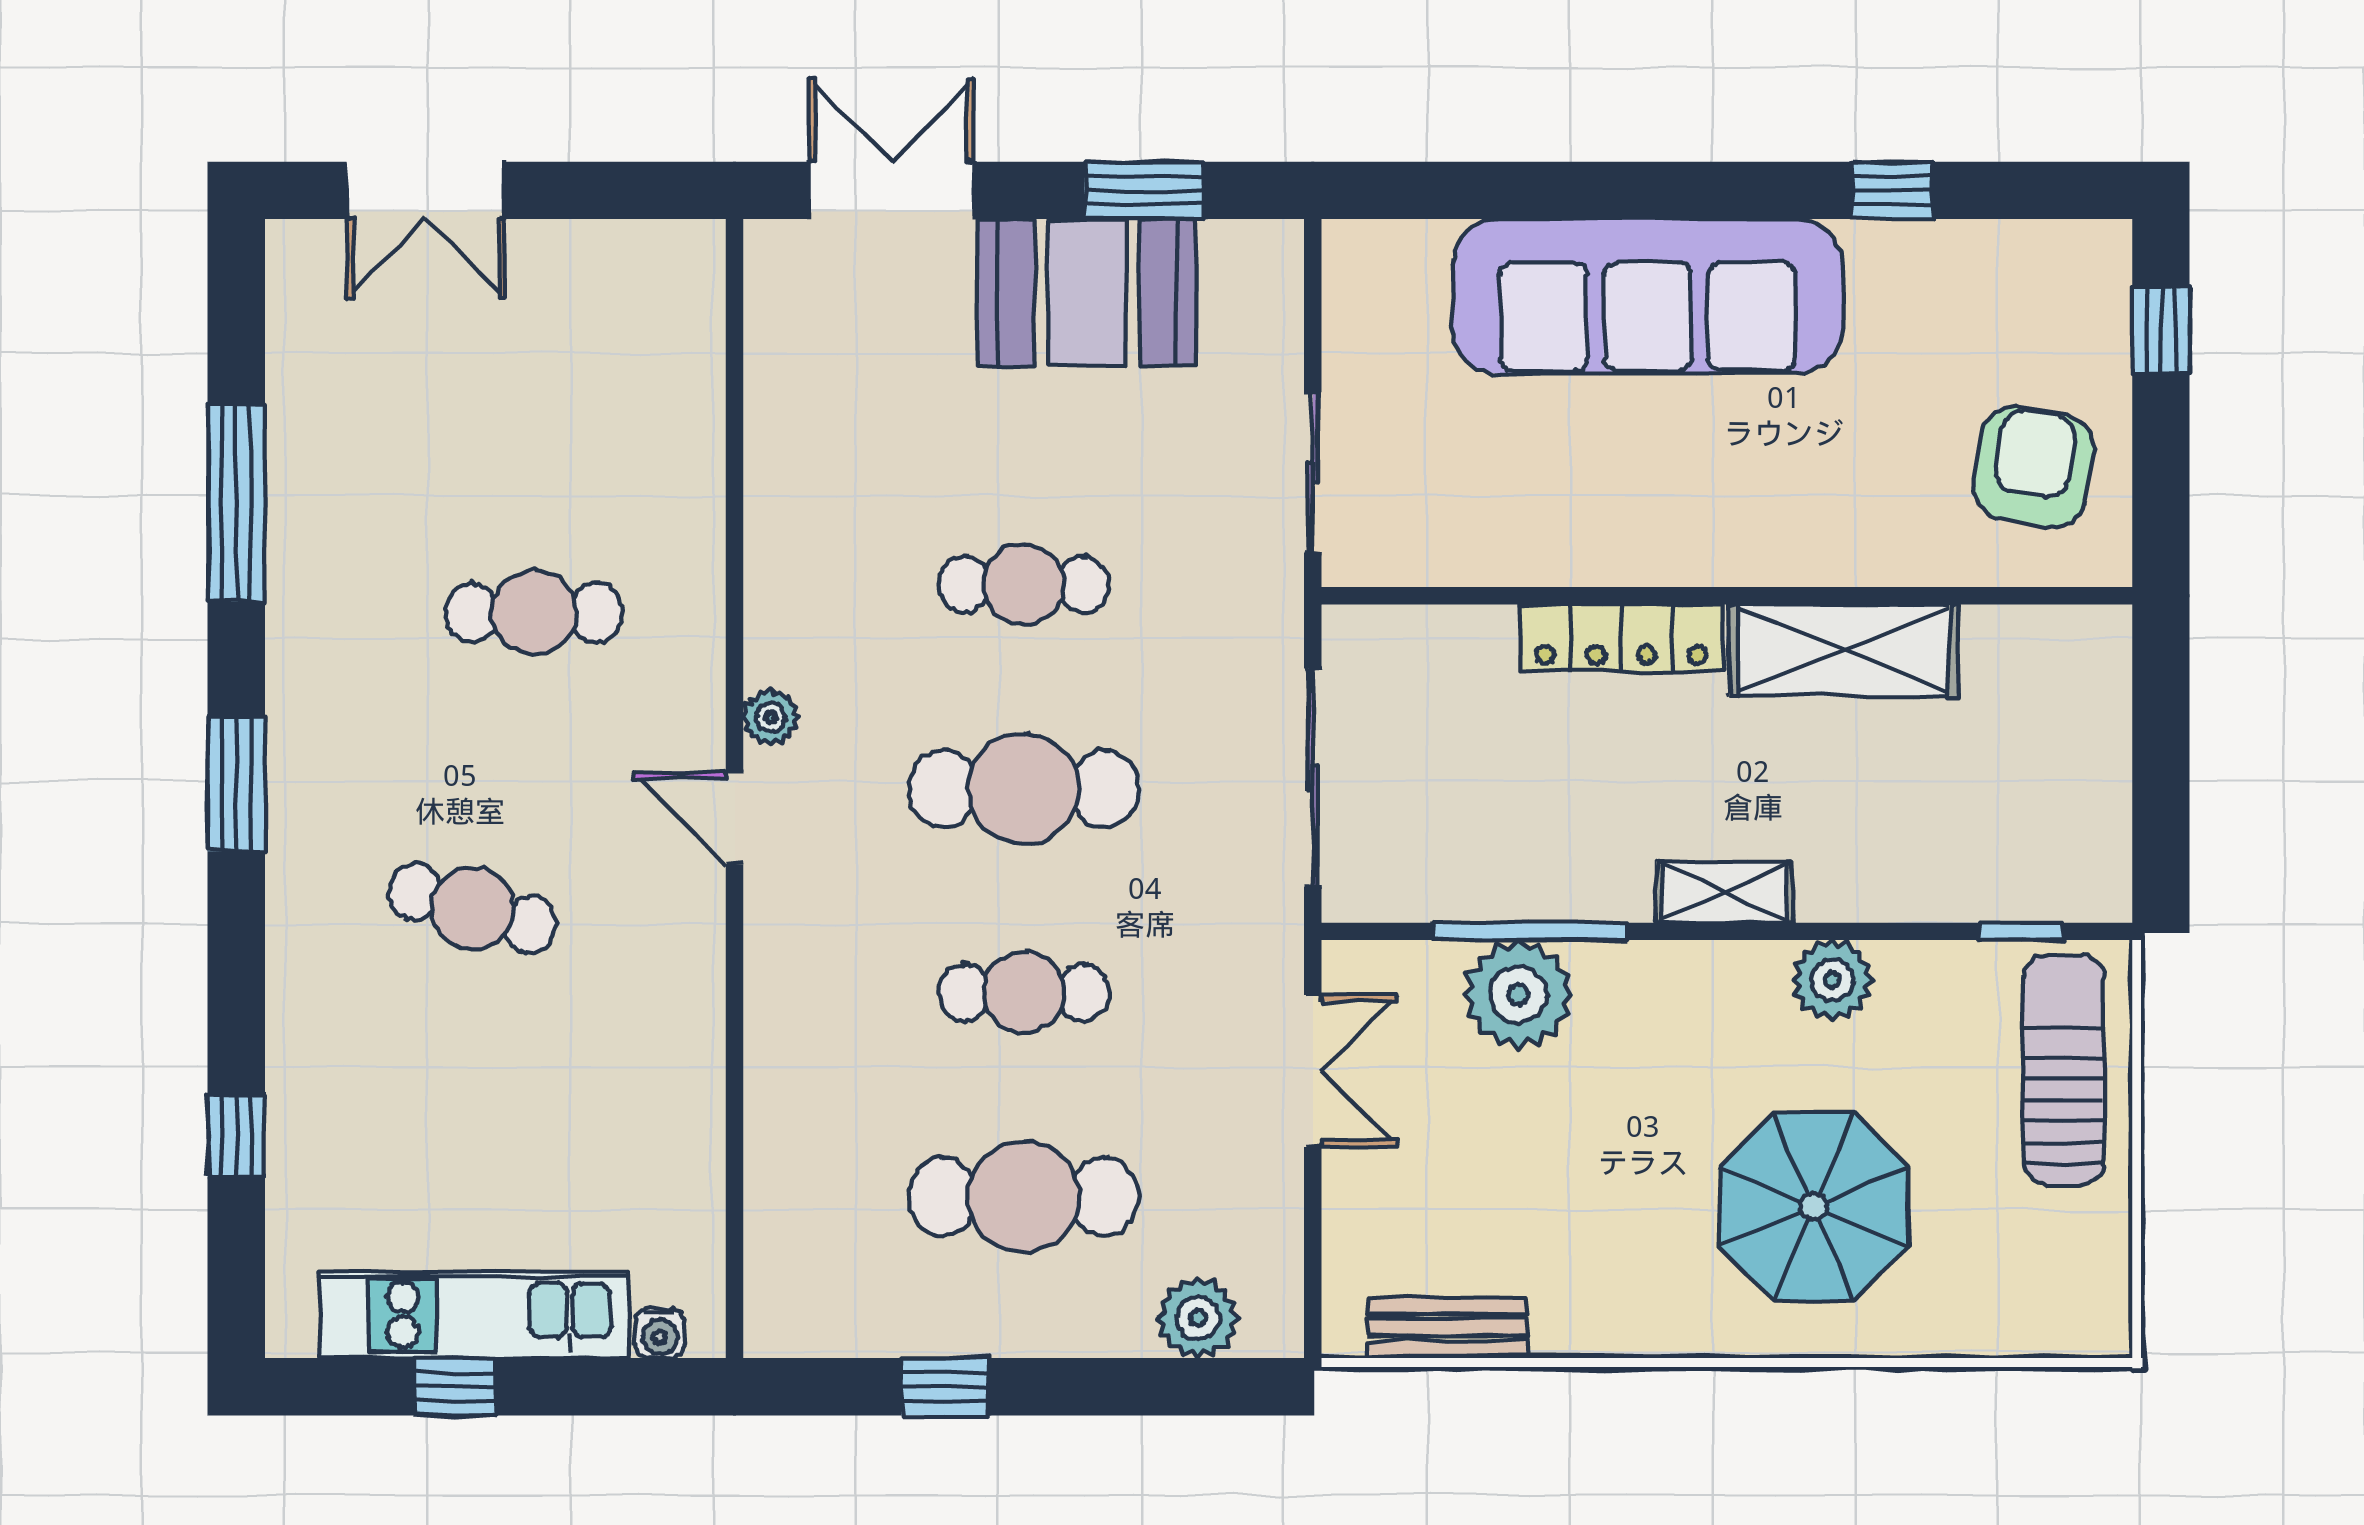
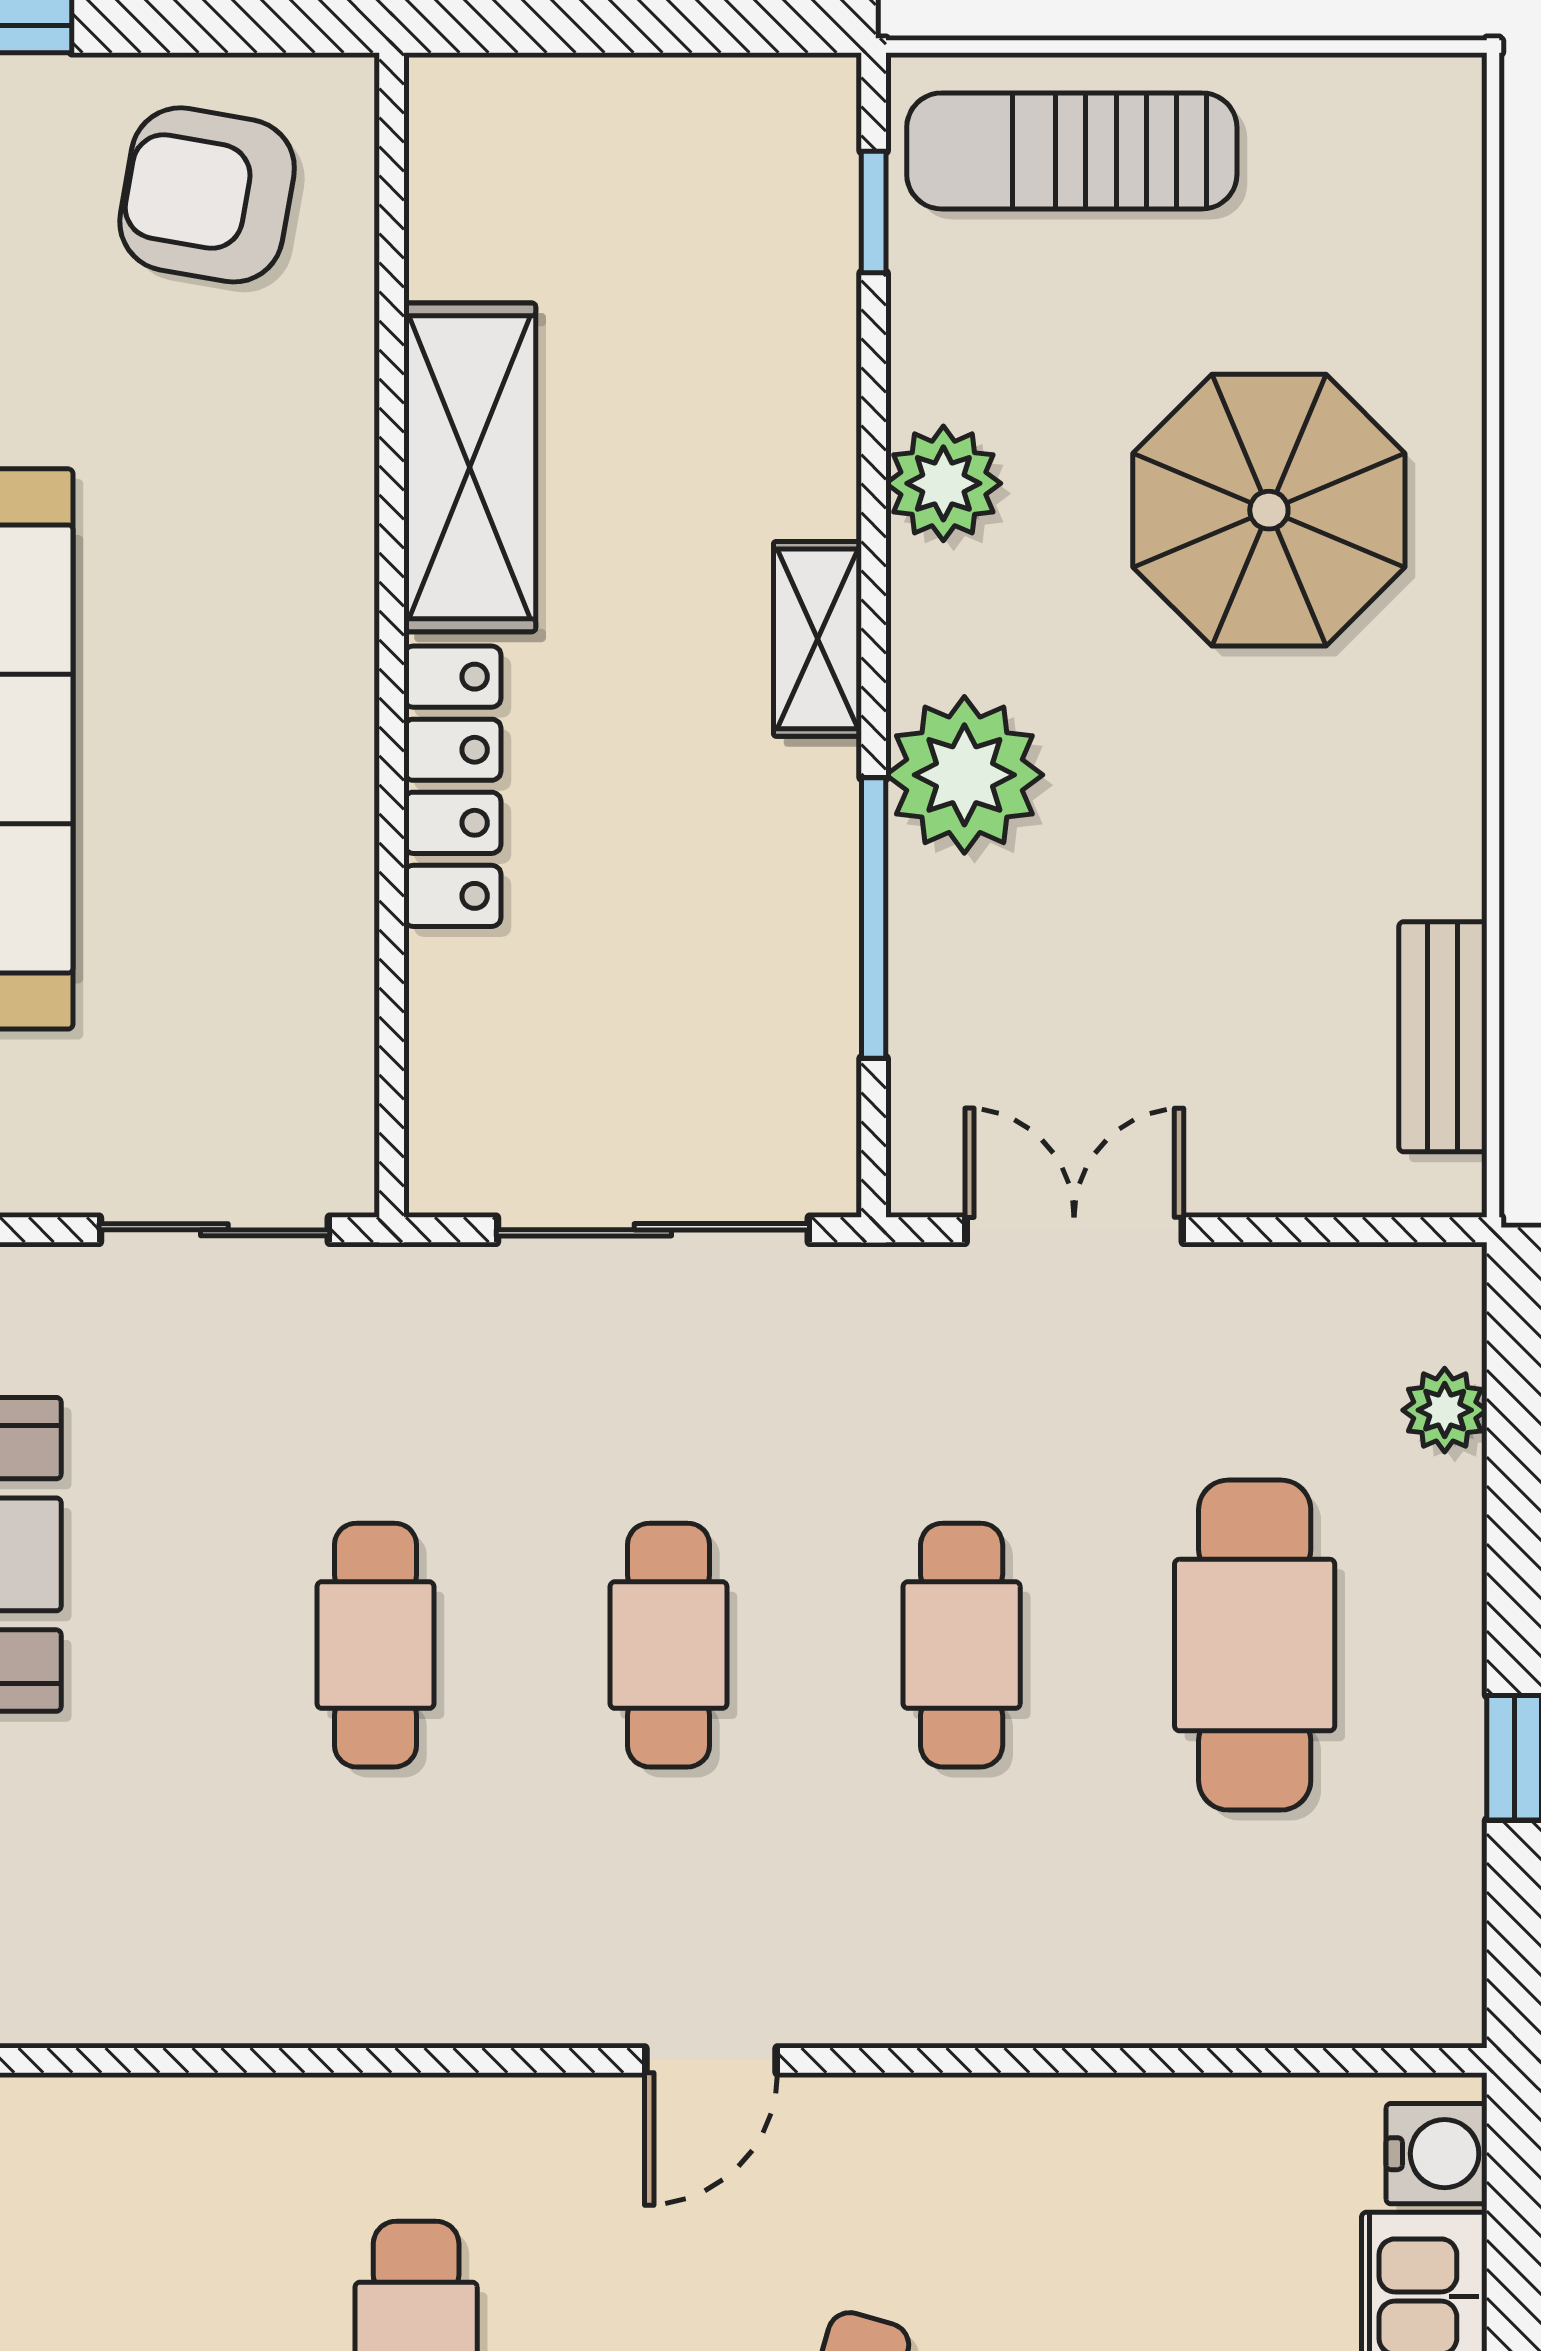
plant: (771, 717) -> (566, 2008), removed
cafe table: (1024, 789) -> (669, 1645), width x0.73, depth x0.74
plant: (1518, 995) -> (964, 775), moved
plant: (1198, 1318) -> (1445, 1410), width x0.73, depth x0.73
water cooler: (660, 1333) -> (1436, 2154), width x1.38, depth x1.38

